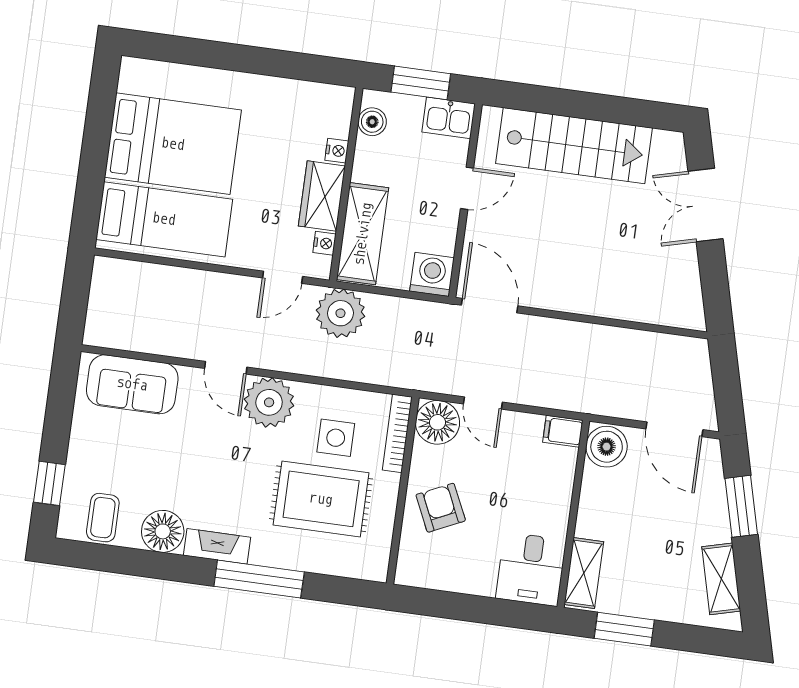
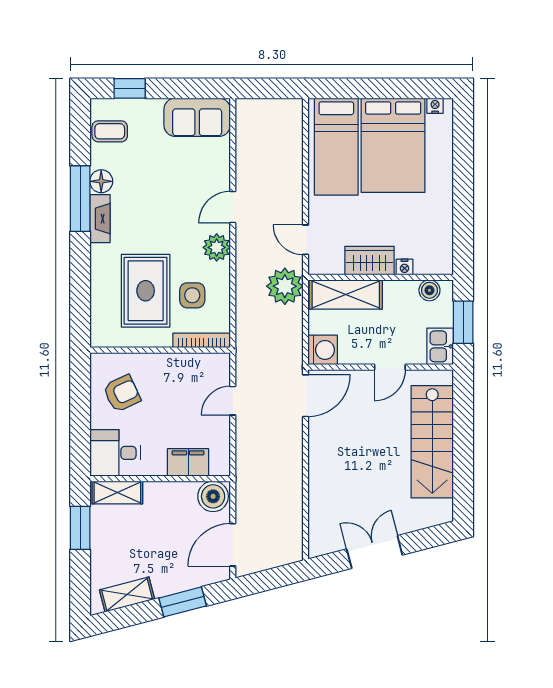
door: (467, 188) -> (390, 367), hinge flipped
double door: (705, 205) -> (375, 552), moved
nightstand: (324, 243) -> (435, 106), moved, turned 180
sofa: (132, 384) -> (197, 117), moved, turned -90
plant: (269, 402) -> (217, 247), width x0.73, depth x0.73
floor lamp: (437, 422) -> (214, 369), removed
filing cabinet: (563, 431) -> (188, 462), moved, width x2.00
armchair: (441, 508) -> (122, 393), moved
floor lamp: (163, 531) -> (101, 181), width x0.73, depth x0.73
window: (259, 579) -> (80, 199), moved

